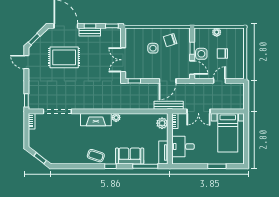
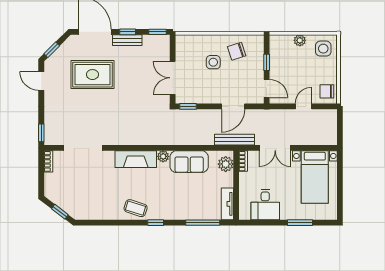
side table: (201, 54) -> (323, 49), moved
chair: (222, 54) -> (327, 91), moved
desk: (183, 147) -> (265, 205), moved, turned -90
sofa: (130, 156) -> (189, 162), moved, turned 180

